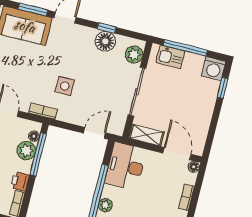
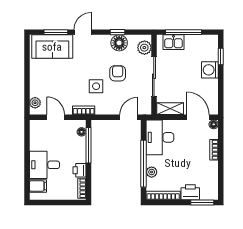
washing machine: (214, 69) -> (210, 70), moved, turned 90
armchair: (94, 77) -> (118, 73), added
plant: (26, 151) -> (78, 145), removed

